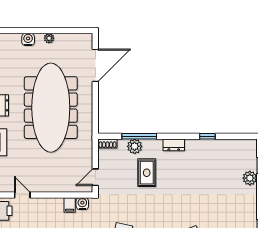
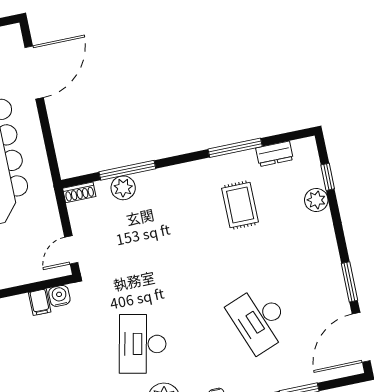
window: (207, 136) -> (235, 148), width x2.17
dresser: (174, 145) -> (275, 154), moved
rug: (147, 173) -> (240, 205), moved

